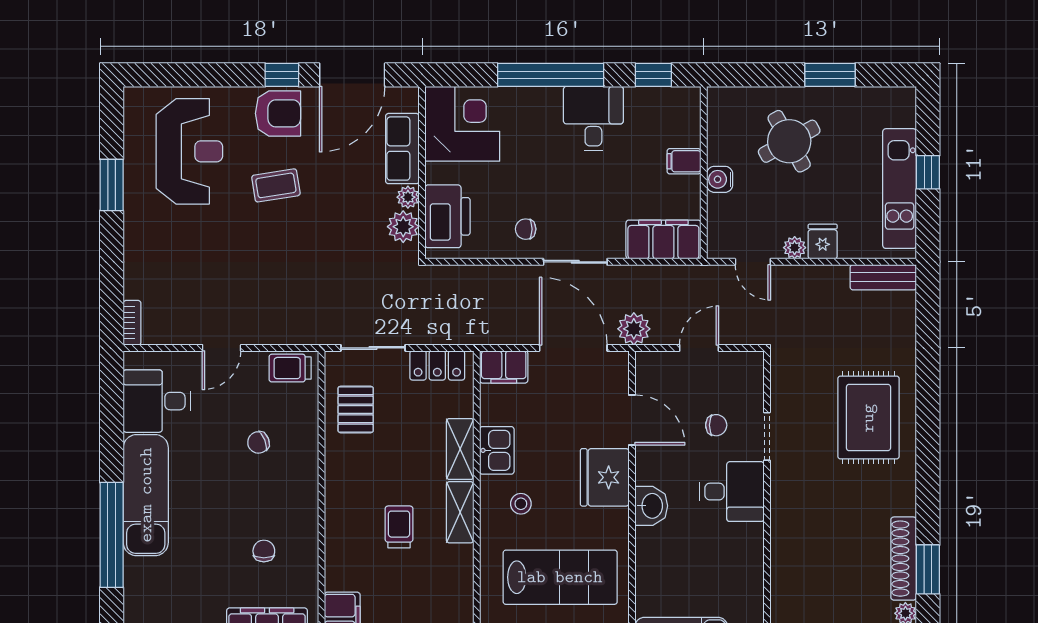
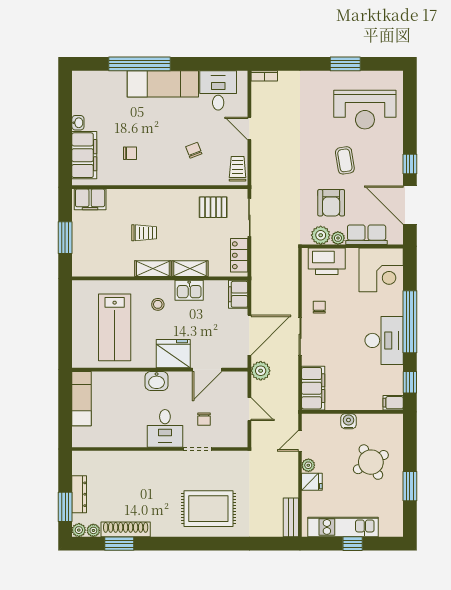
armchair: (278, 113) -> (331, 203), moved
desk: (593, 119) -> (384, 340), width x1.37
filing cabinet: (684, 161) -> (393, 403), moved, turned -90

